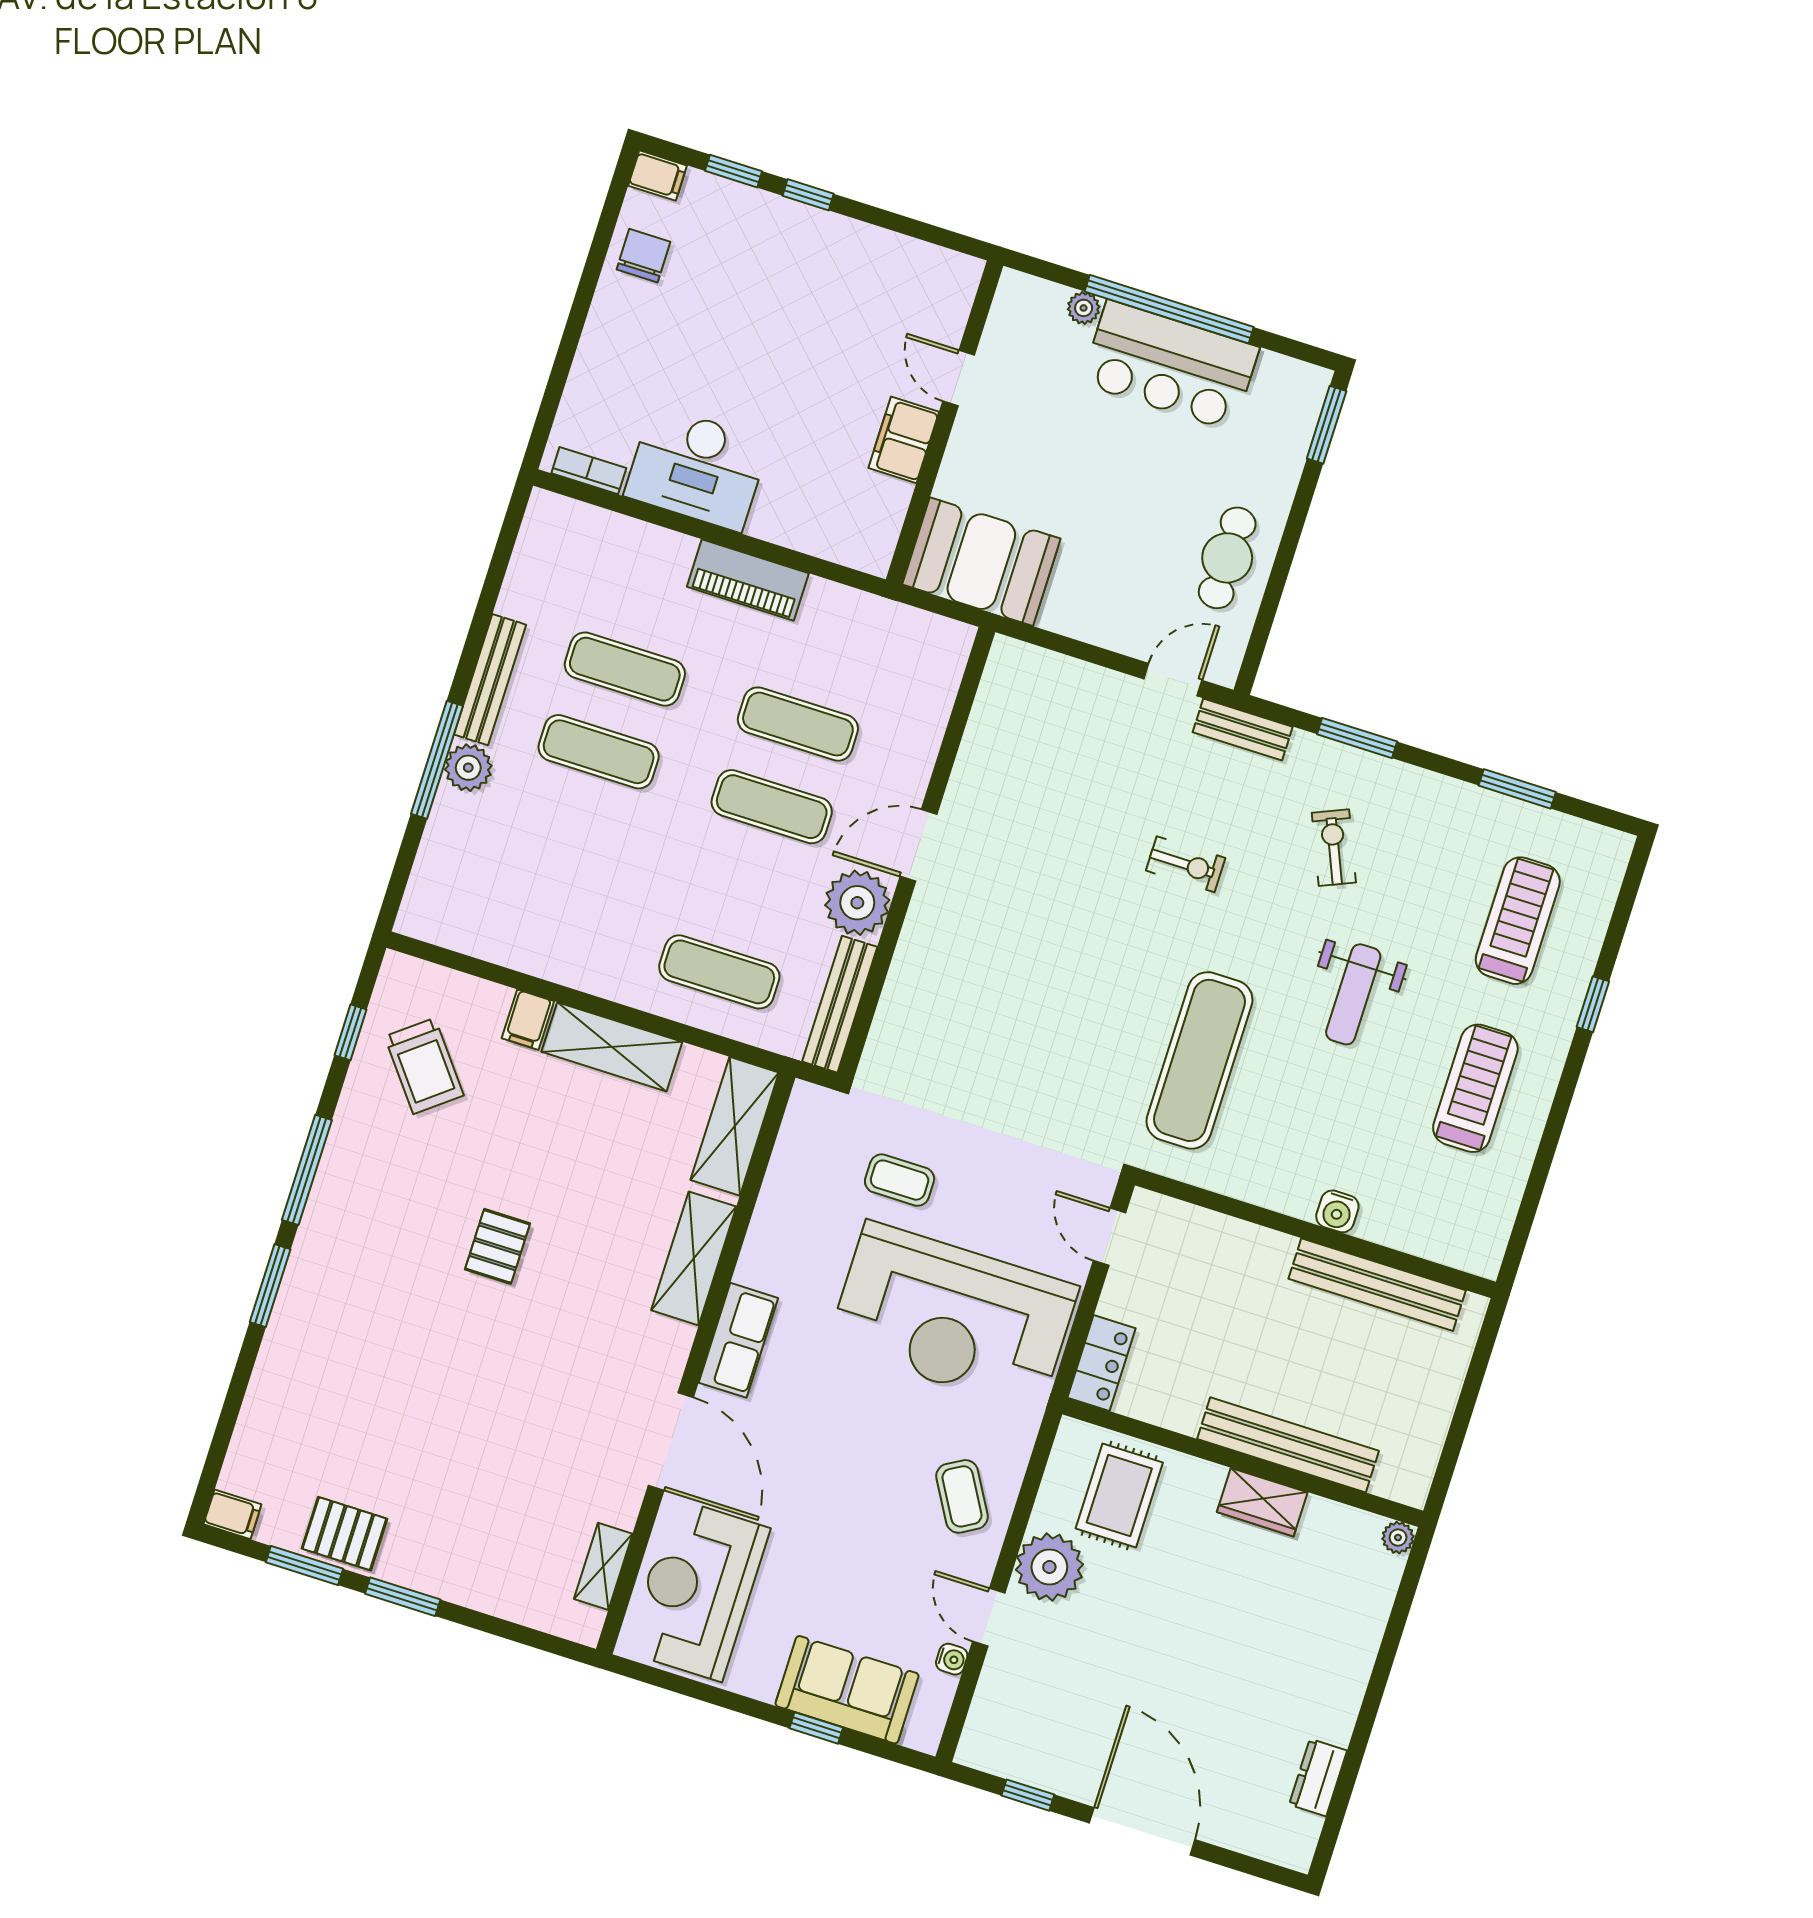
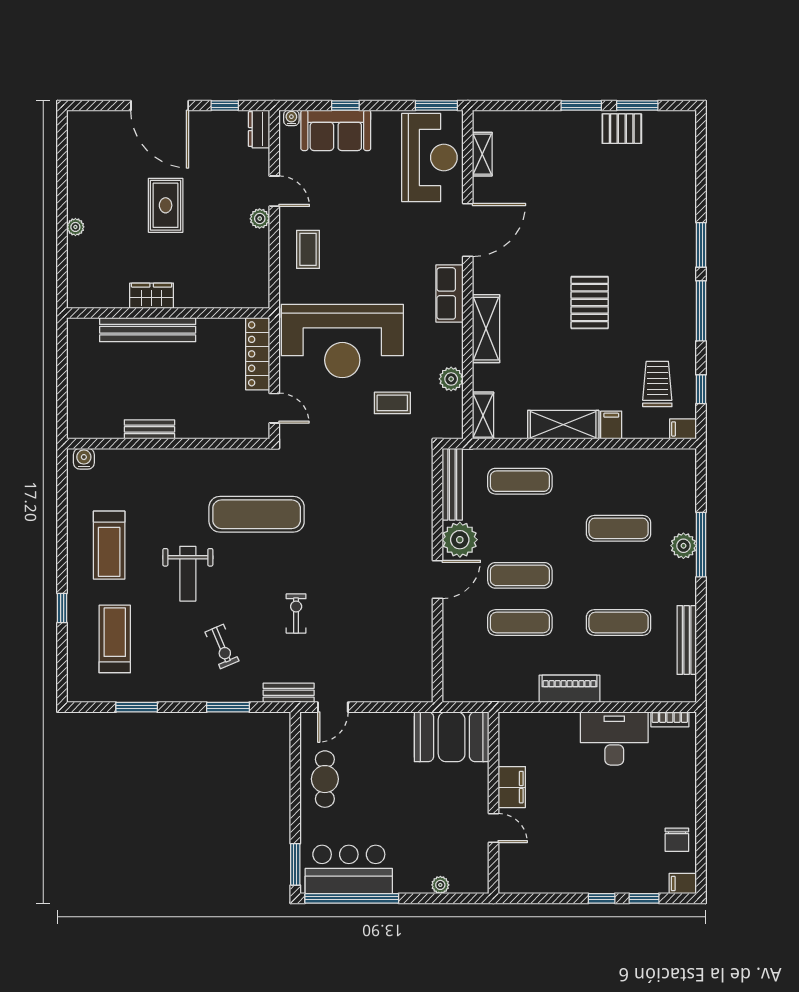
window: (1169, 309) -> (352, 898), moved
bar counter: (1170, 365) -> (349, 869), moved
bench: (490, 680) -> (687, 640), moved
exercise mat: (599, 752) -> (619, 528), moved
exercise bike: (1186, 864) -> (296, 614), turned 90
treadmill: (1518, 921) -> (115, 639), turned 180
weight bench: (1353, 994) -> (188, 574), turned 180
exercise mat: (1199, 1060) -> (257, 514), turned 90
trolley: (424, 1066) -> (657, 384), turned 38
shelving: (735, 1126) -> (483, 416), width x0.67, depth x0.75
plant: (783, 1189) -> (451, 379), added
water cooler: (1337, 1211) -> (84, 459), moved
pallet: (497, 1246) -> (590, 303), width x1.50, depth x1.42
bench: (1377, 1285) -> (149, 429), width x0.54, depth x0.82
reception desk: (953, 1317) -> (342, 341), turned 180
locker: (1101, 1363) -> (258, 354), width x1.53
door: (671, 1441) -> (468, 230), swing flipped
rug: (1119, 1495) -> (166, 205), moved
coffee table: (962, 1496) -> (308, 249), turned 30
filing cabinet: (232, 1514) -> (683, 429), moved
plant: (1398, 1538) -> (75, 227), moved
plant: (1049, 1567) -> (260, 219), width x0.53, depth x0.53
water cooler: (952, 1659) -> (291, 118), moved, turned 90
window: (657, 1677) -> (436, 106), added
dresser: (1318, 1778) -> (259, 129), moved, turned 180

